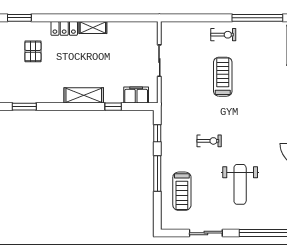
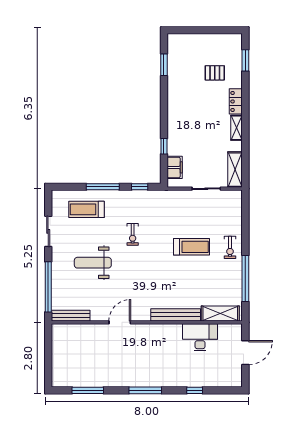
shelving: (84, 95) -> (235, 170), moved

